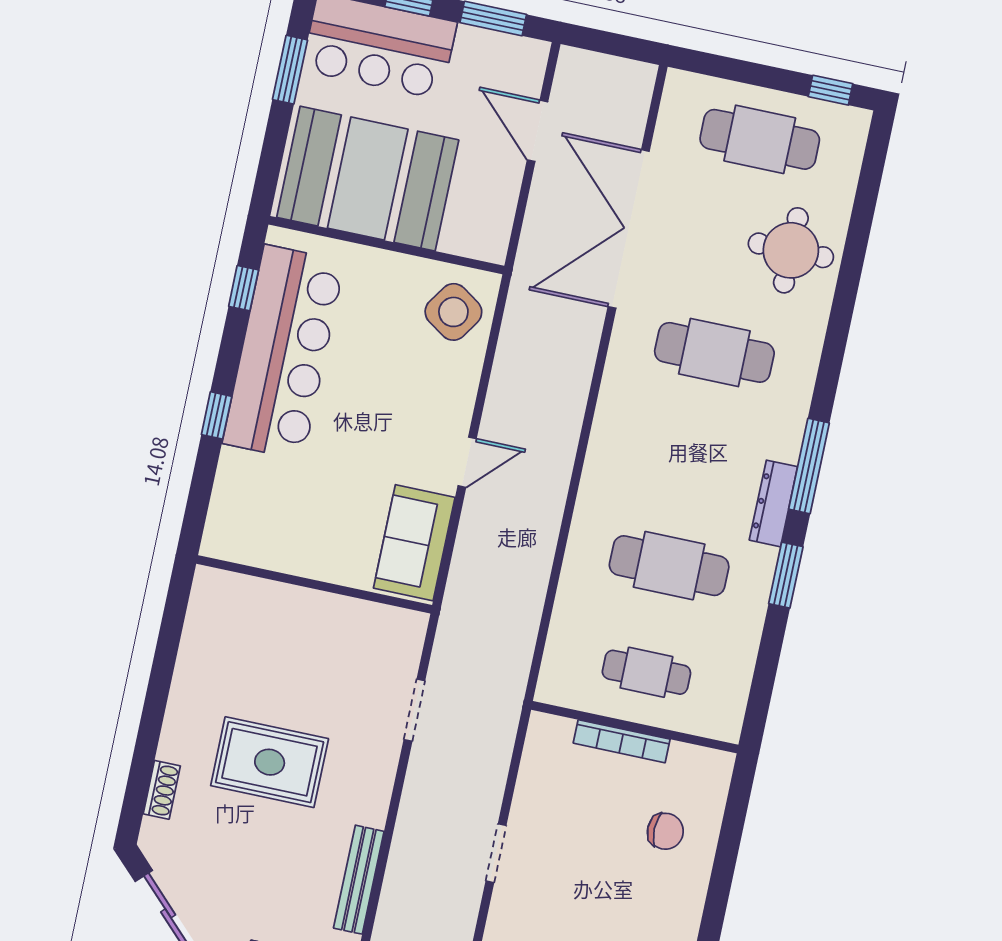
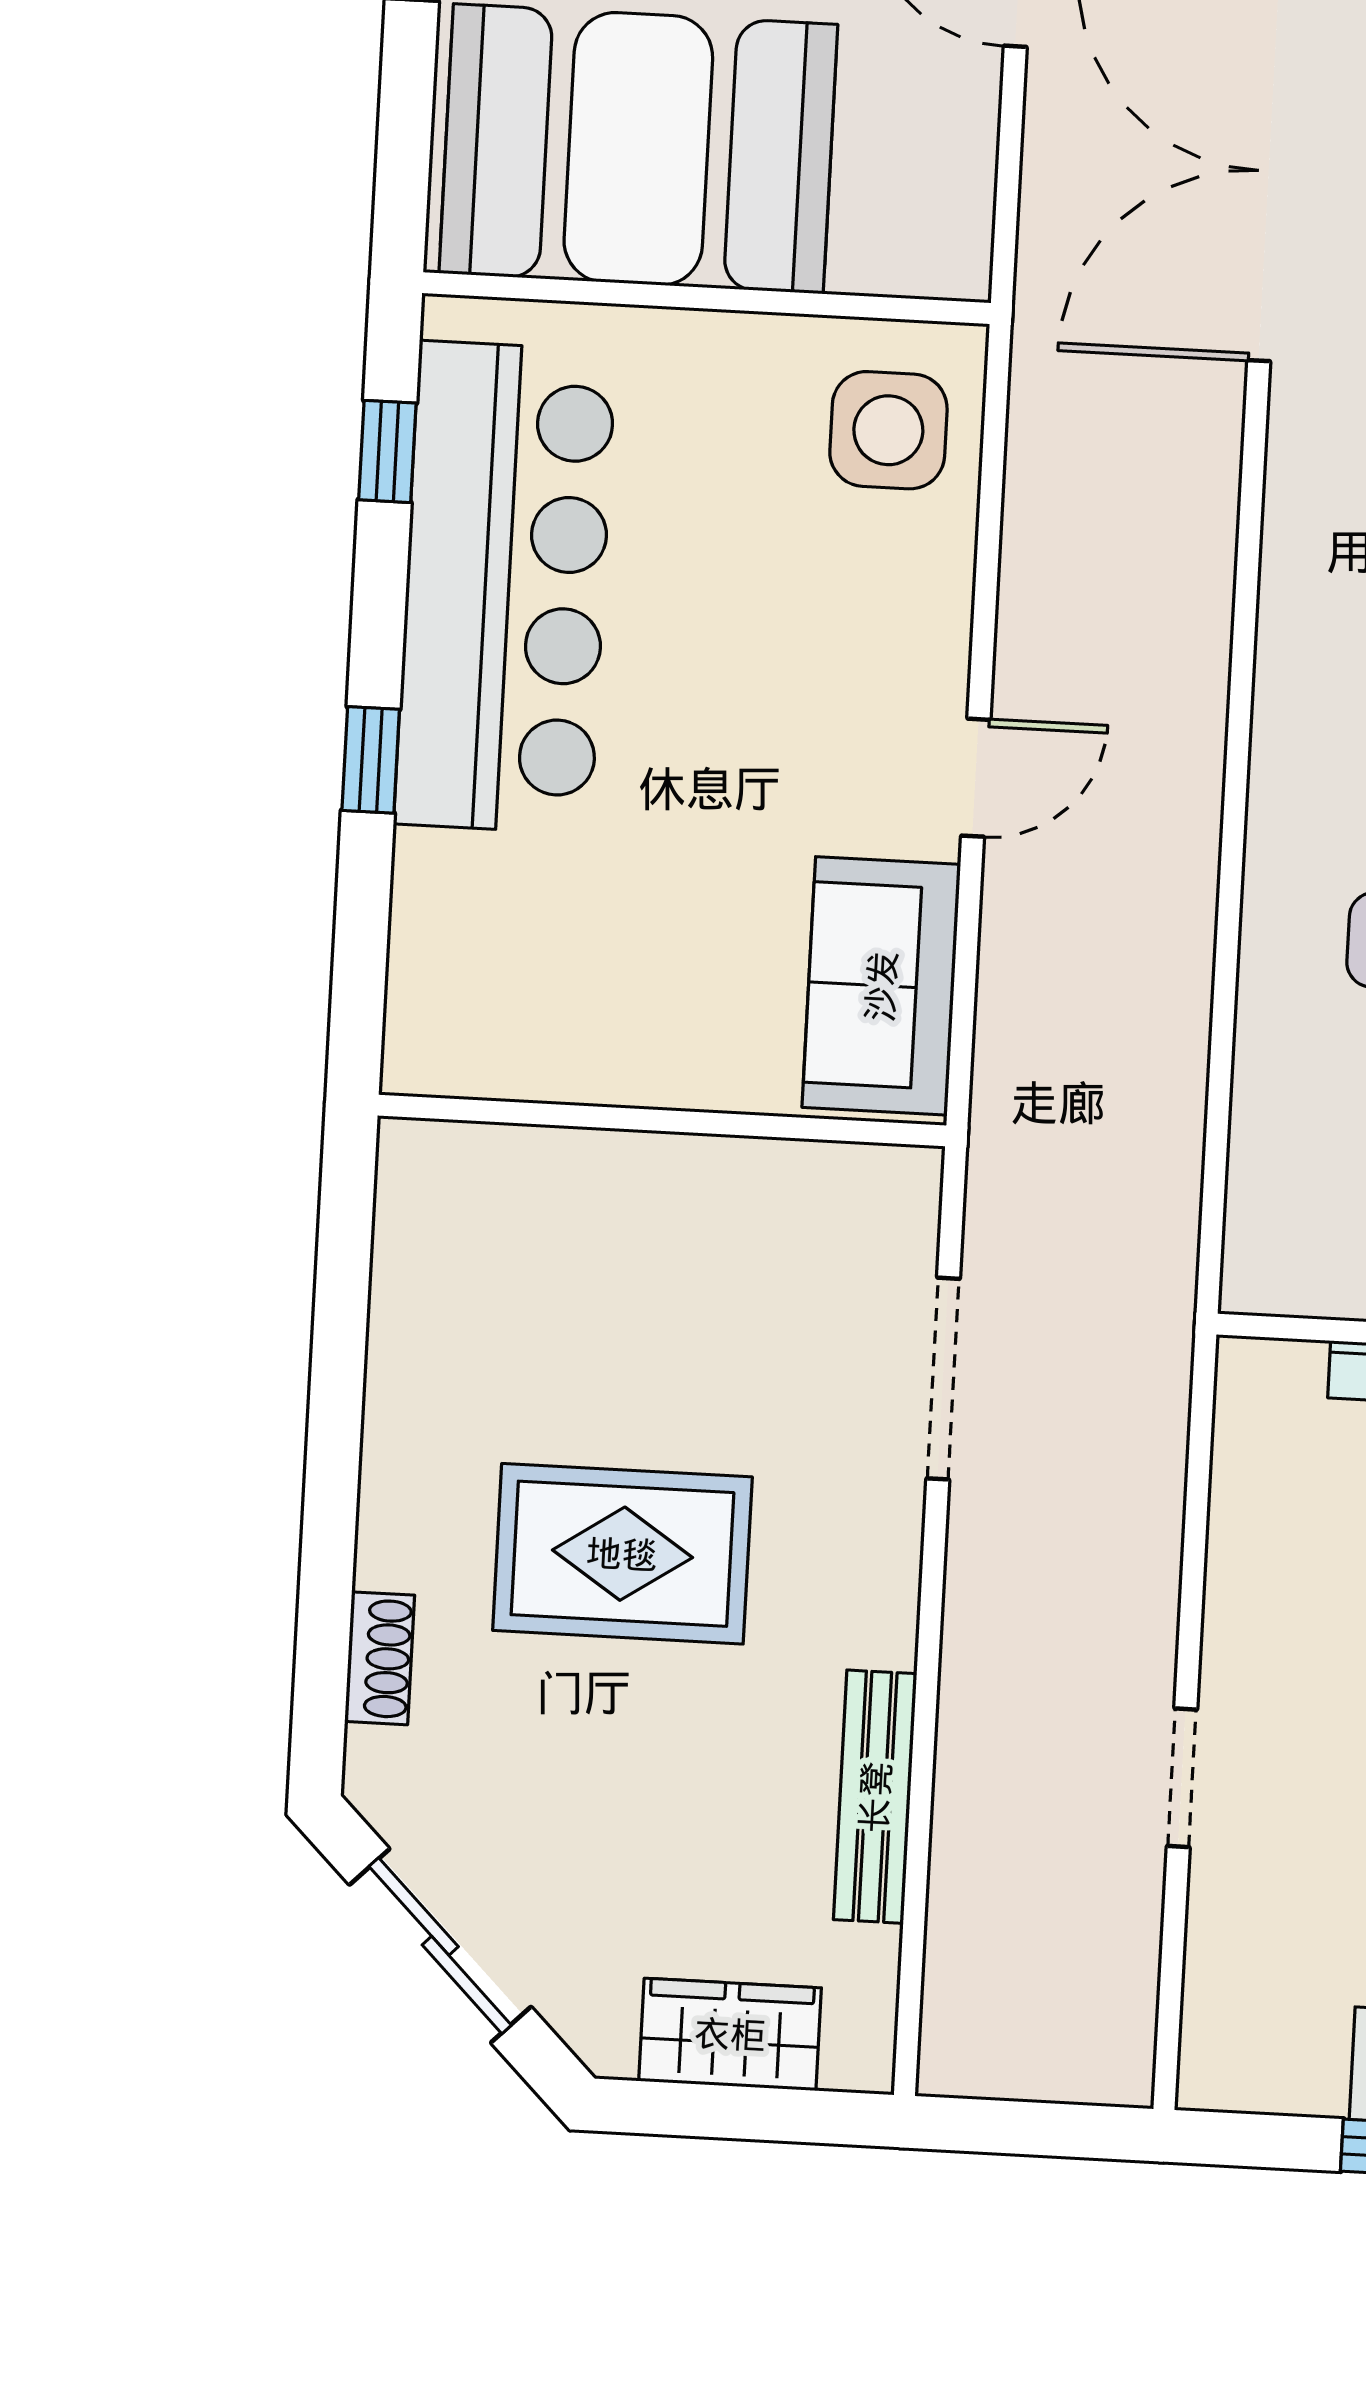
side table: (453, 312) -> (888, 430), turned -34
doorway: (414, 710) -> (943, 1379), width x1.38
doorway: (496, 853) -> (1182, 1778), moved

